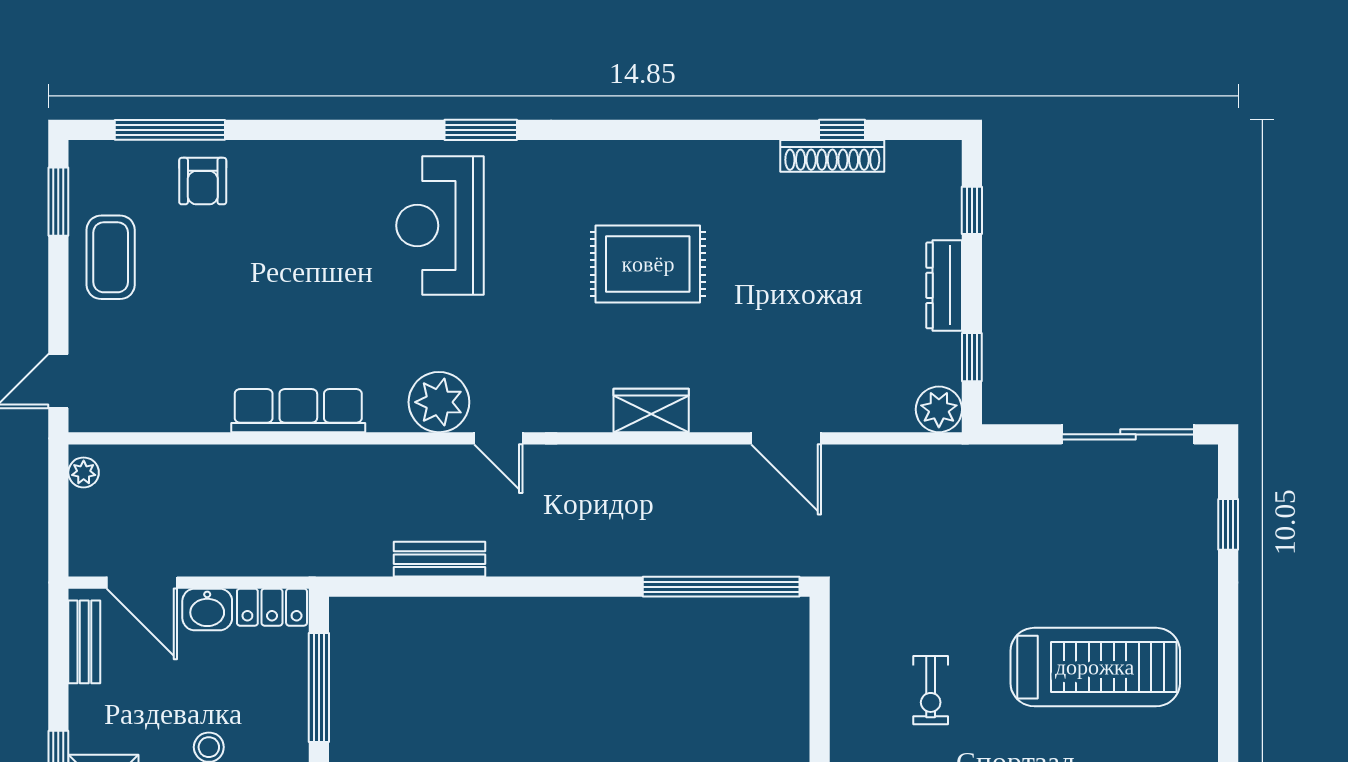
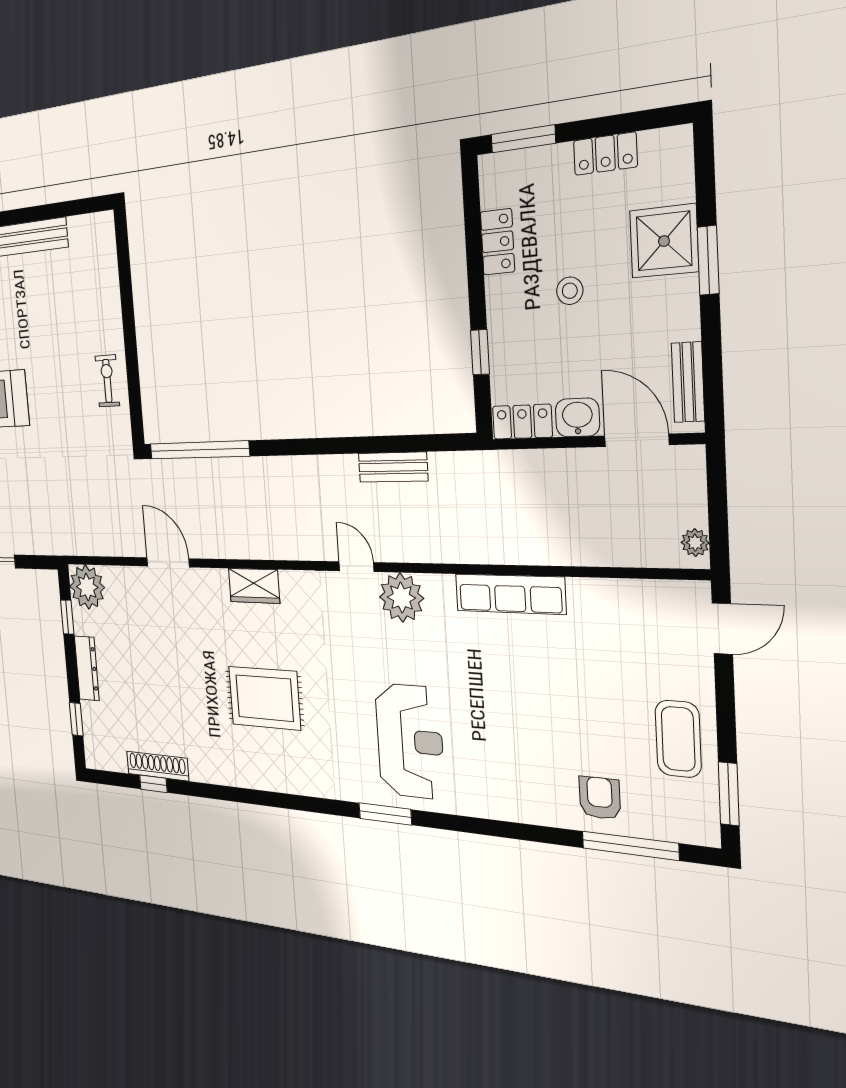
plant: (939, 409) -> (87, 587), width x1.36, depth x1.36
window: (319, 687) -> (480, 352), width x0.46
exercise bike: (931, 690) -> (107, 381), moved

